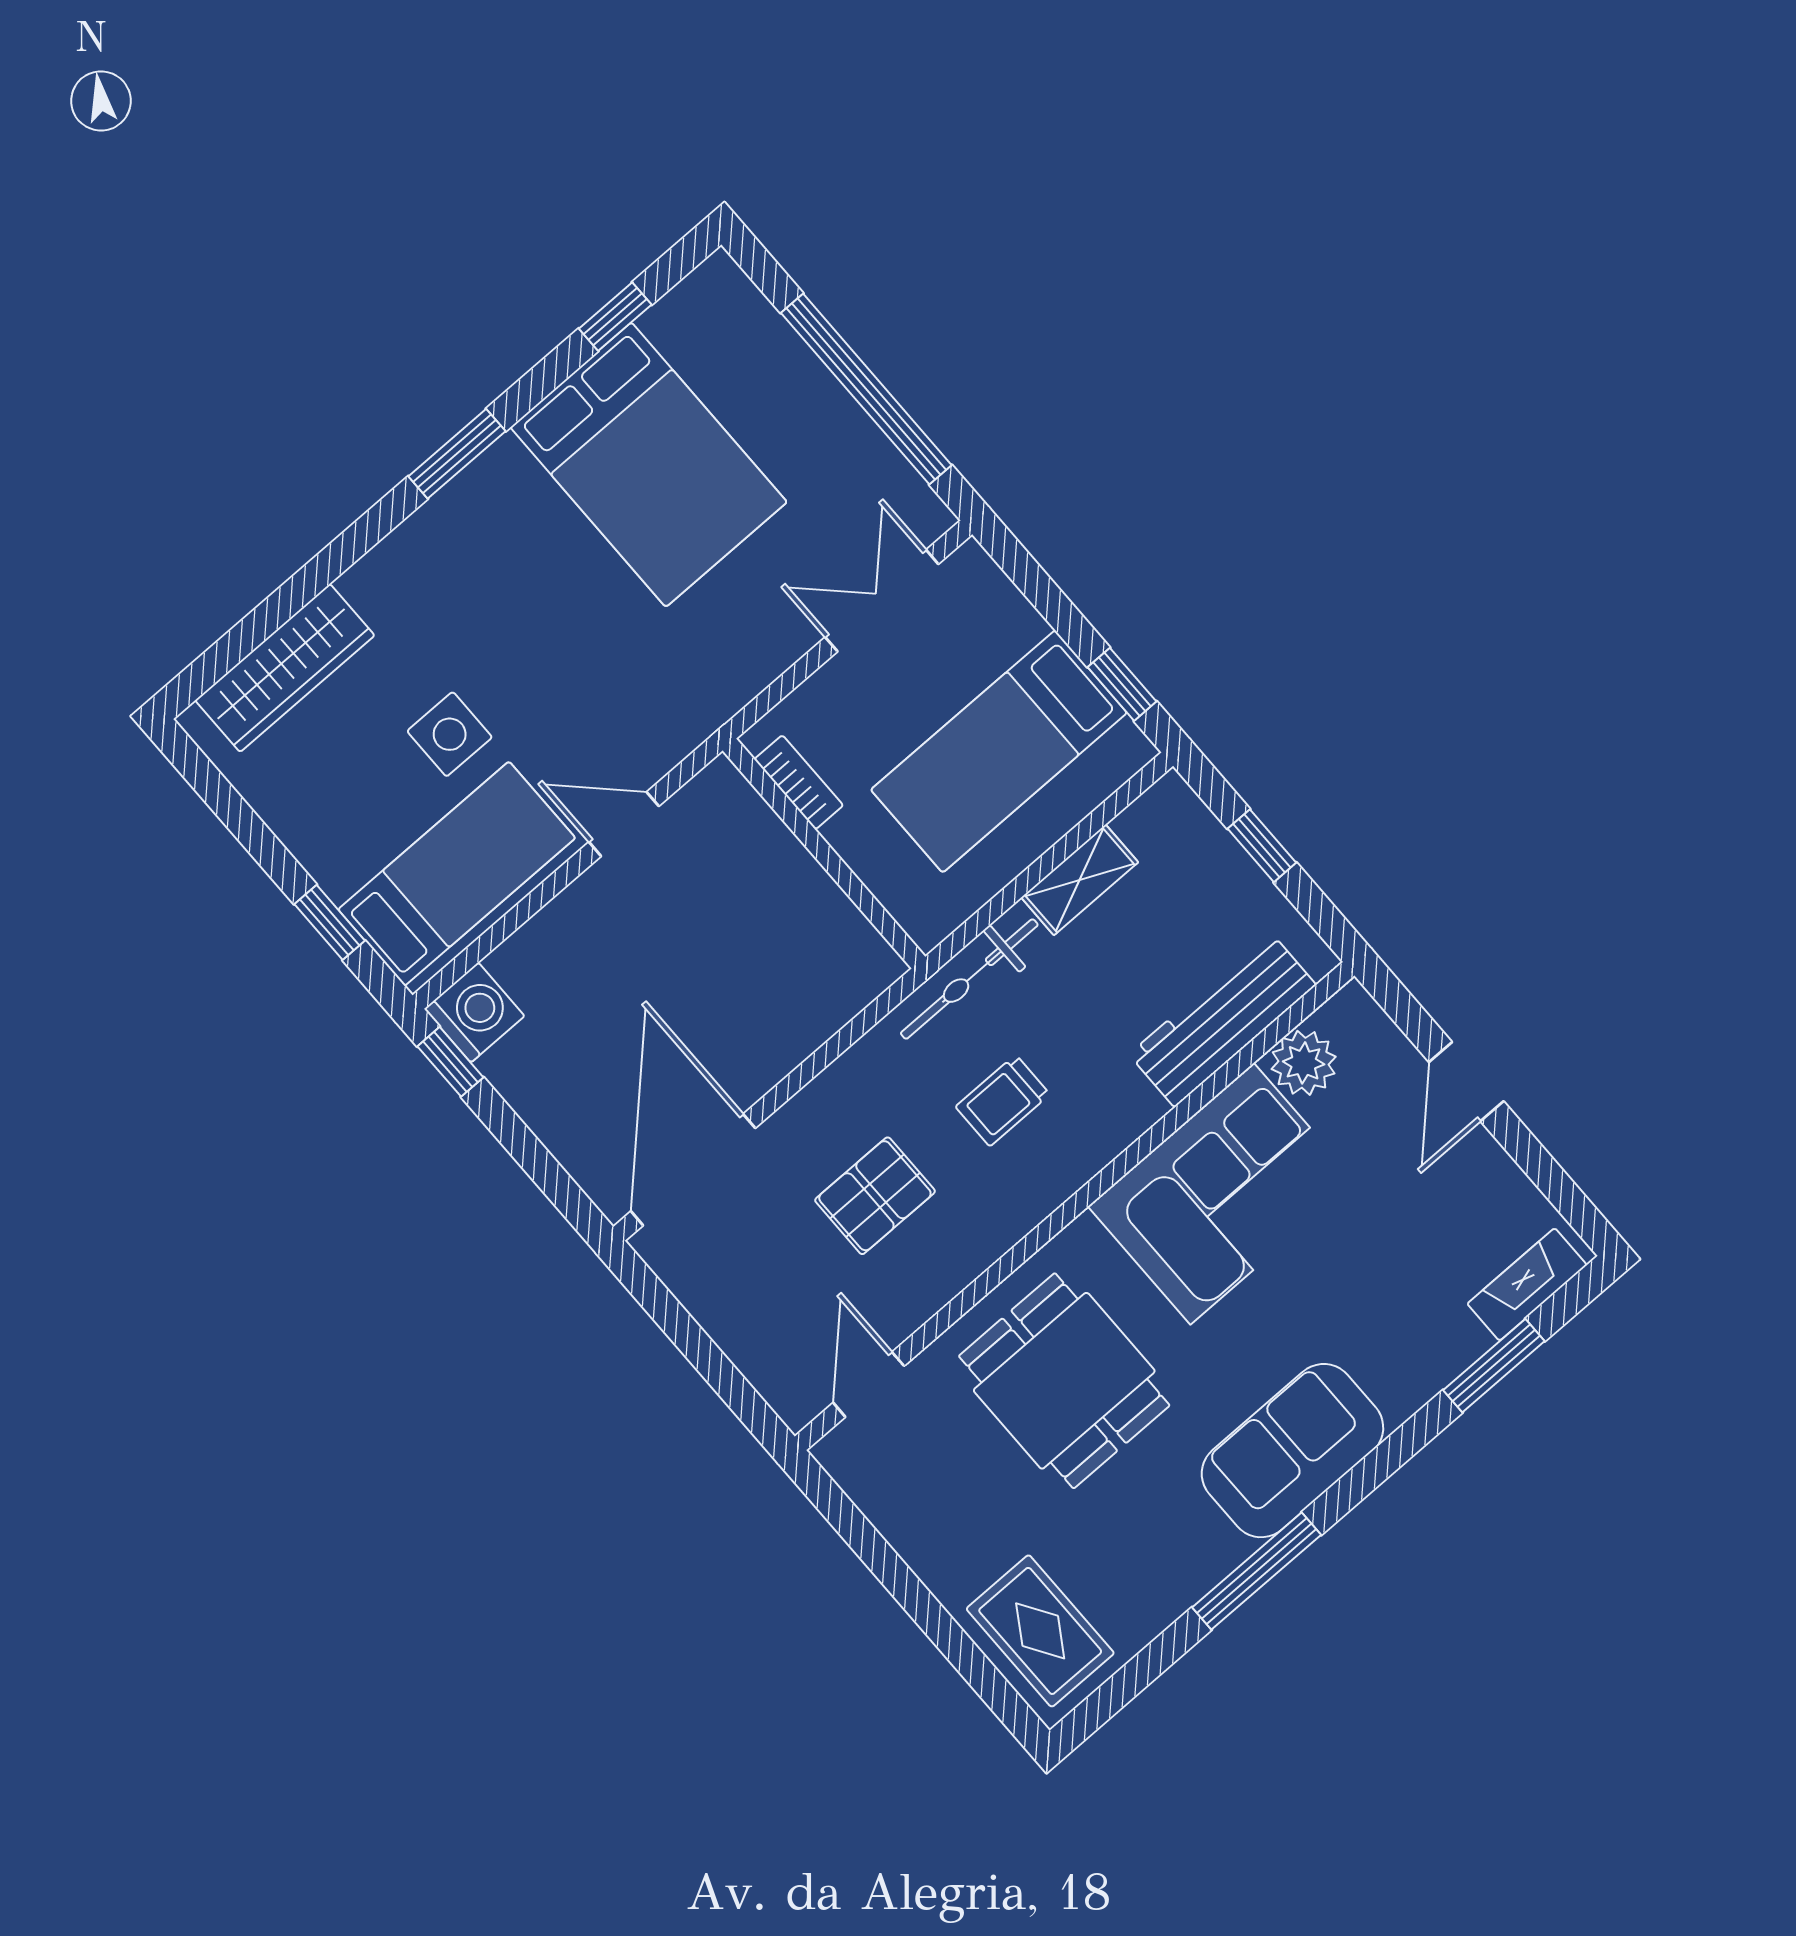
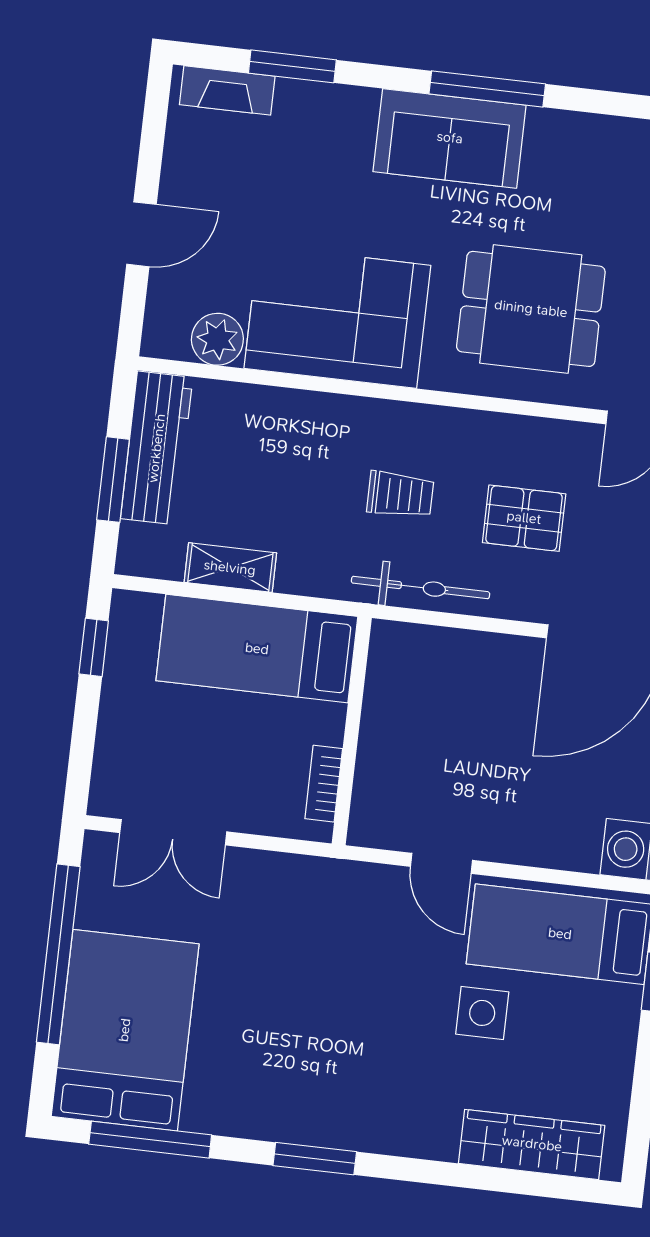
window: (615, 317) -> (150, 1140), width x2.17
bed: (649, 465) -> (125, 1030), moved
bed: (999, 751) -> (257, 649), moved, turned 180
window: (1262, 846) -> (113, 480), width x1.50
bicycle: (969, 979) -> (421, 587), moved
workbench: (1222, 1020) -> (157, 448), moved, turned -90
dining table: (1064, 1381) -> (531, 309), turned 90
window: (1257, 1571) -> (487, 89), moved

